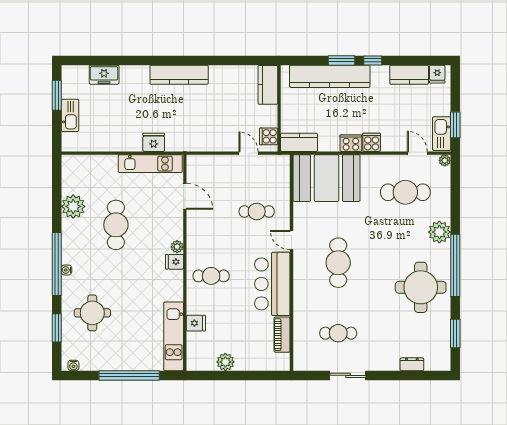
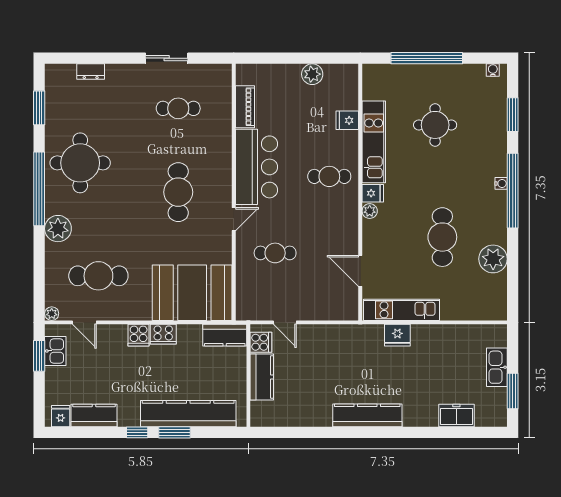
kitchen counter: (268, 85) -> (262, 377), moved
kitchen sink: (442, 134) -> (55, 351), width x0.73
door: (291, 240) -> (234, 219), hinge flipped
round table: (92, 313) -> (435, 125), moved
kitchen unit: (174, 336) -> (374, 142), moved

